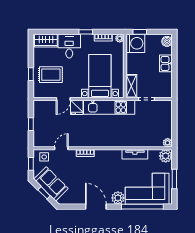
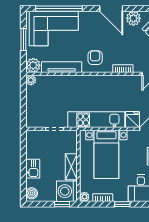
shelving: (131, 86) -> (71, 167), moved
tv unit: (135, 154) -> (62, 67), width x1.41
armchair: (110, 163) -> (95, 58), added
plant: (118, 198) -> (133, 18), moved

